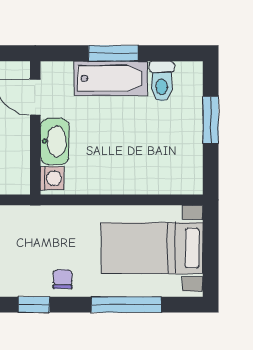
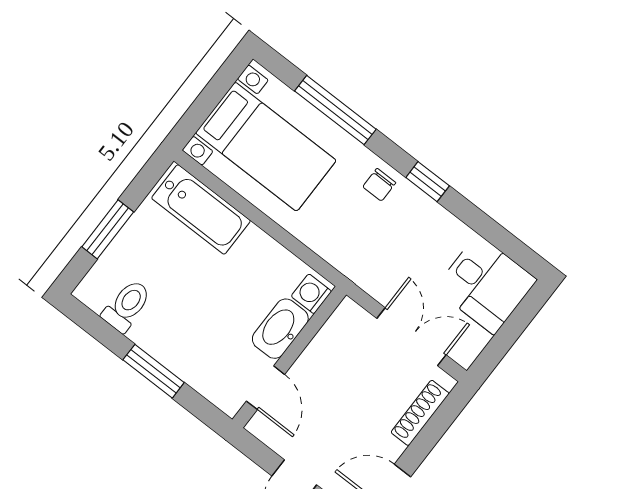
bathtub: (111, 78) -> (201, 209), moved, turned 180

